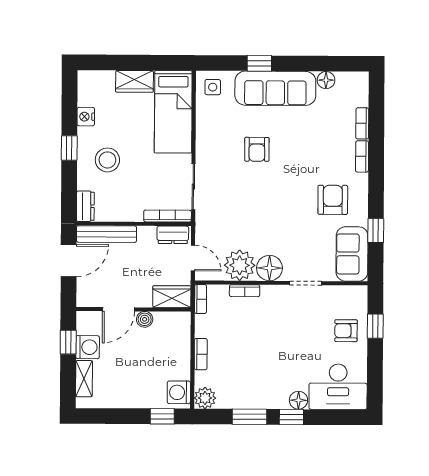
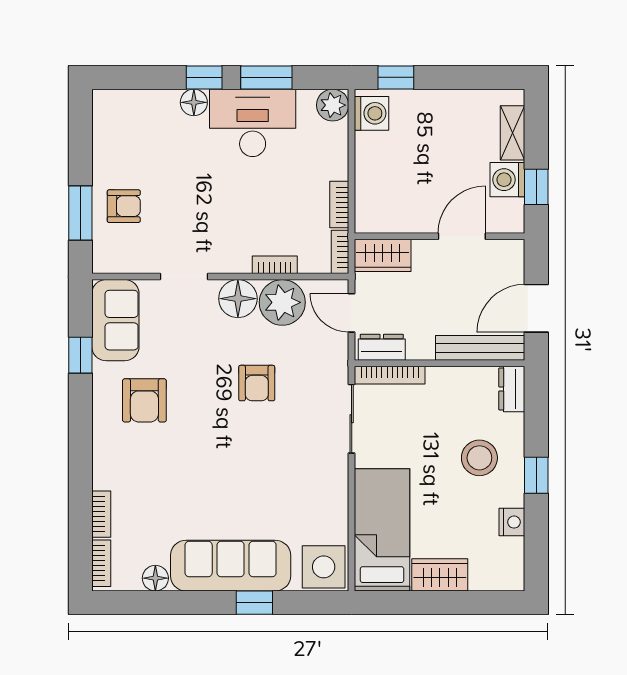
side table: (213, 87) -> (324, 567), width x1.87, depth x1.87
armchair: (257, 149) -> (257, 383), moved, turned 180
bookcase: (362, 156) -> (101, 563), moved
boiler: (145, 319) -> (423, 221), removed
window: (375, 326) -> (80, 213), width x1.50
bookcase: (201, 354) -> (339, 205), moved
desk: (338, 387) -> (253, 123), moved

